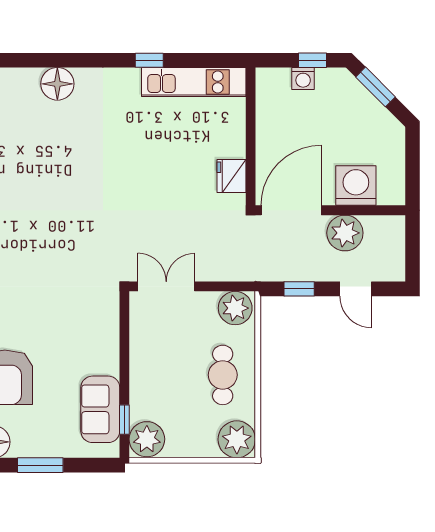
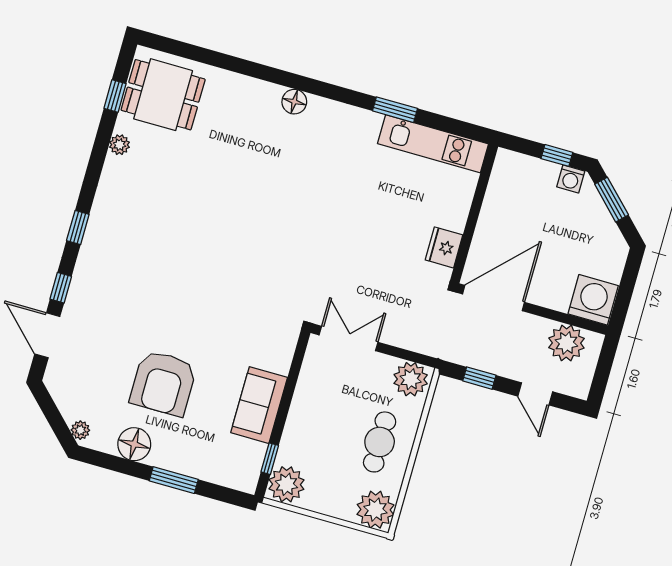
window: (149, 60) -> (395, 110), width x1.50
washing machine: (303, 78) -> (571, 179), moved
floor lamp: (57, 84) -> (294, 102), width x0.73, depth x0.73
washing machine: (356, 186) -> (593, 300), moved
plant: (345, 233) -> (566, 343), moved
sofa: (100, 409) -> (259, 405), moved

